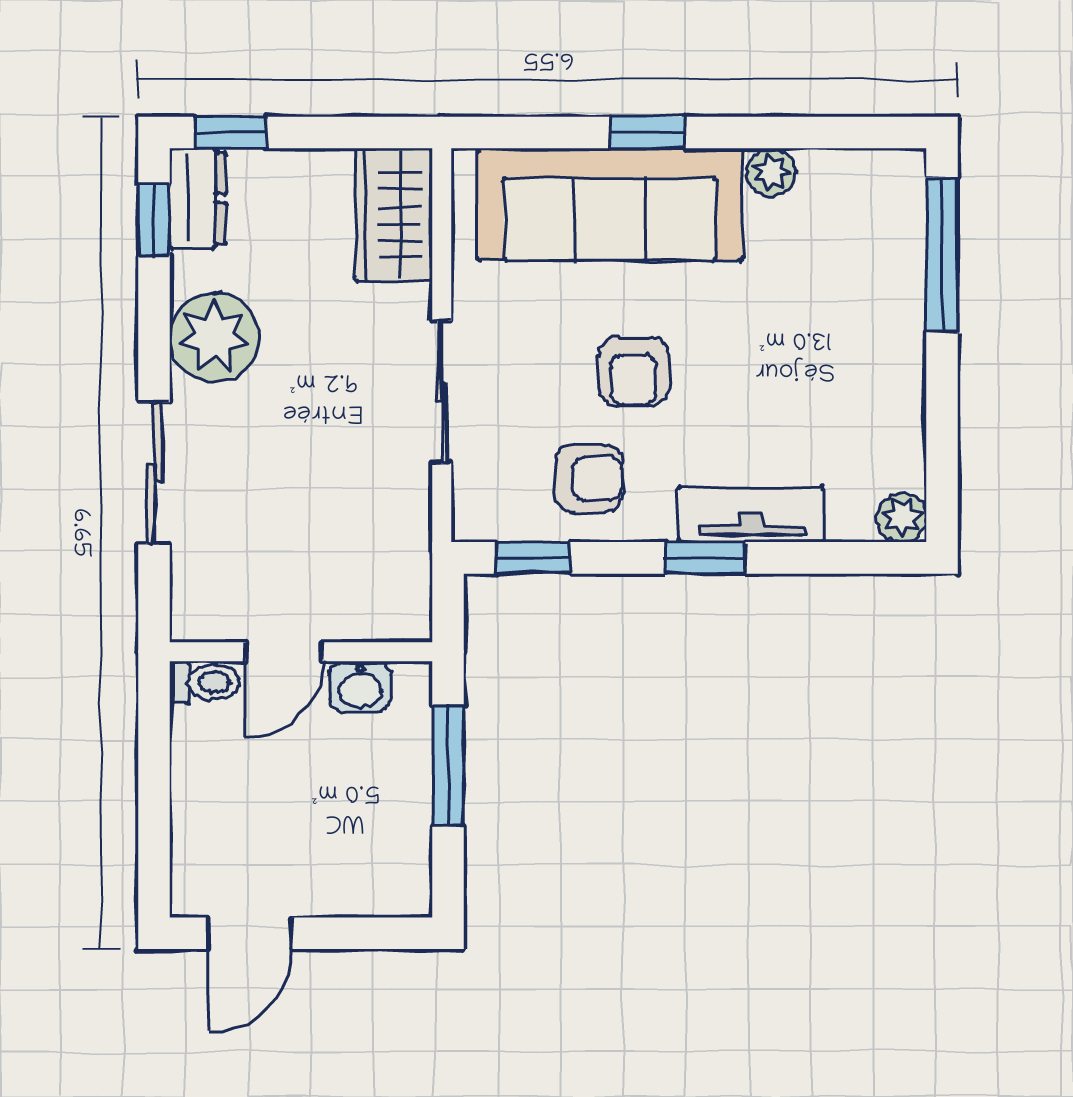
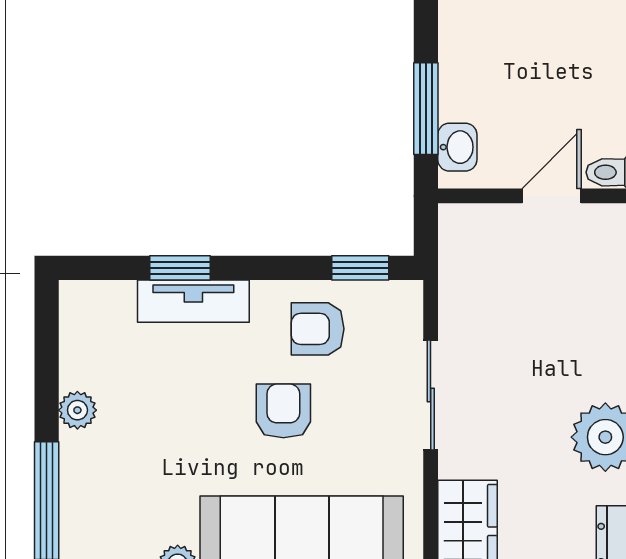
plant: (902, 518) -> (77, 410), moved
window: (705, 558) -> (180, 268), moved
washbasin: (360, 686) -> (457, 147), moved, turned 90

